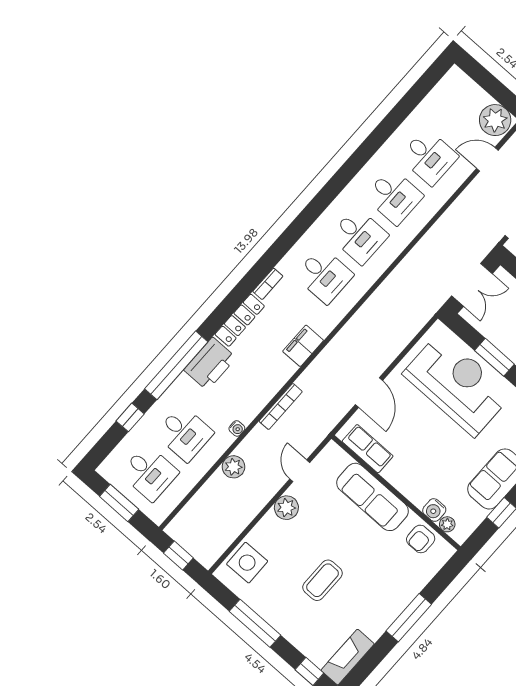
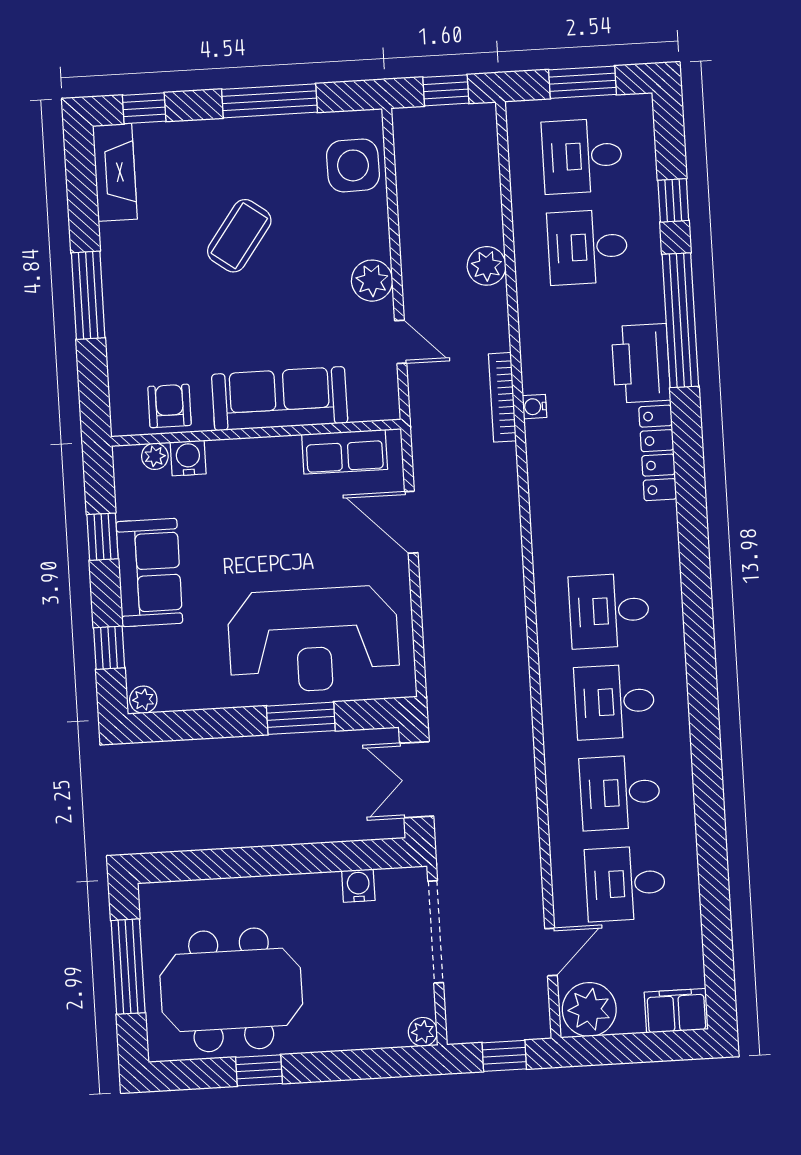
bookcase: (268, 284) -> (668, 532), removed
filing cabinet: (303, 346) -> (676, 1011), moved, turned -90
water cooler: (237, 428) -> (534, 407), moved
coffee table: (323, 580) -> (239, 236), turned 36

